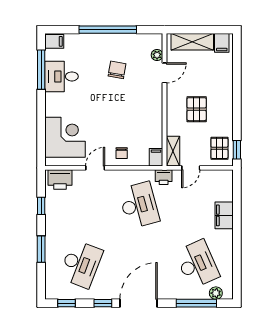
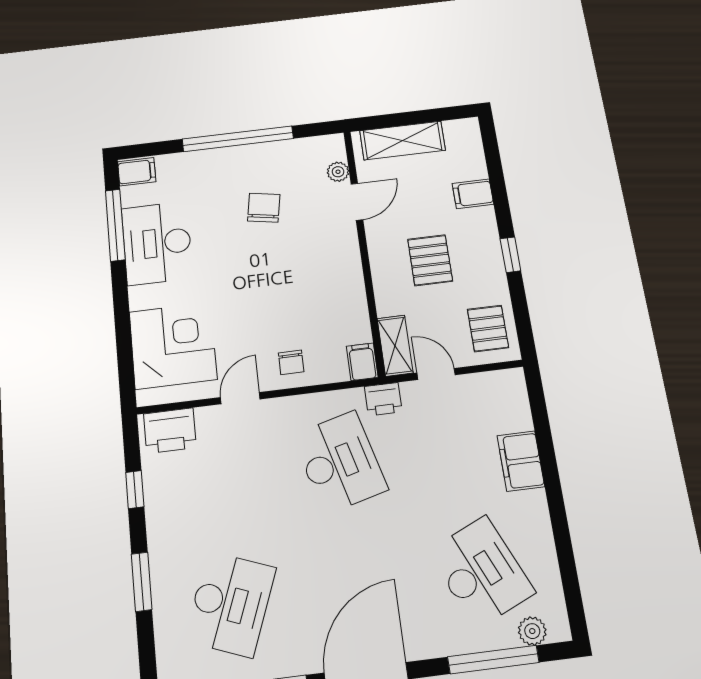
filing cabinet: (222, 43) -> (473, 194), moved, turned 90
desk: (61, 76) -> (157, 243), width x1.37
window: (237, 150) -> (510, 255), moved
door: (191, 168) -> (436, 374), swing flipped

